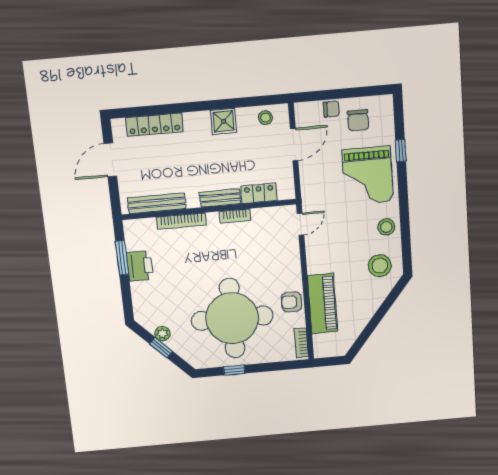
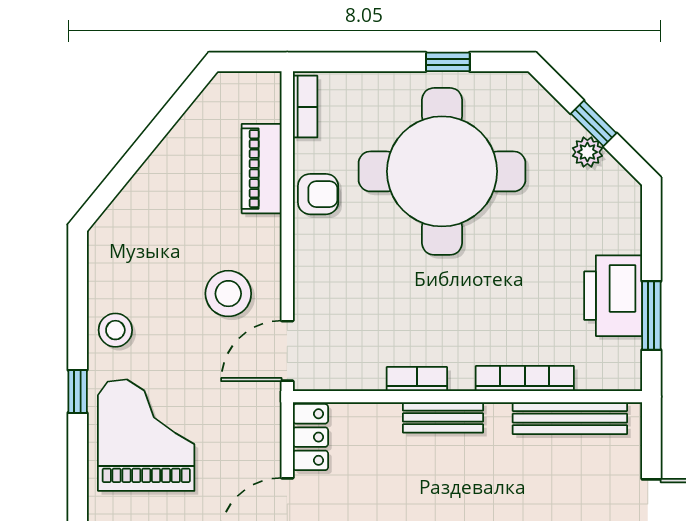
window: (401, 151) -> (78, 391), moved
locker: (259, 193) -> (310, 437), moved, turned -90
door: (301, 224) -> (287, 351), width x1.38
printer: (140, 266) -> (613, 296), width x1.37, depth x1.19
stool: (380, 266) -> (228, 294), moved
piano: (323, 304) -> (262, 169), width x0.73, depth x0.75

